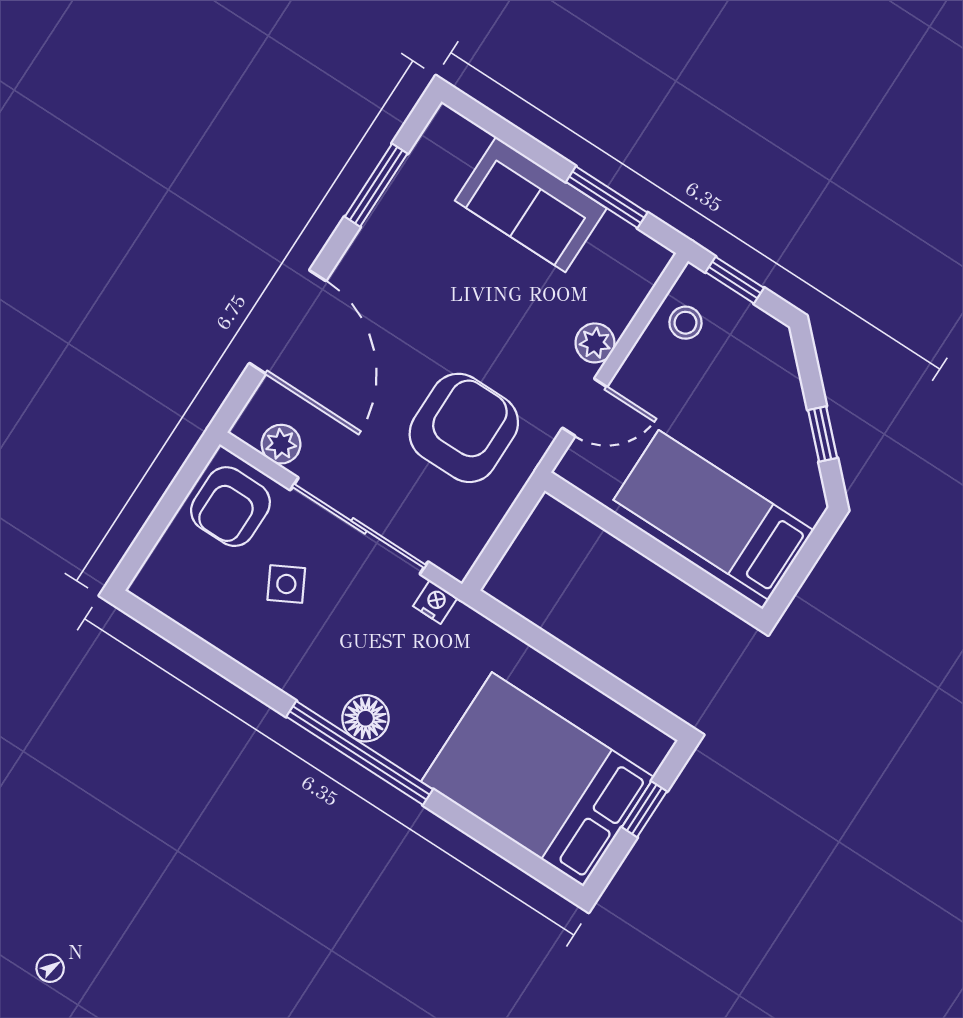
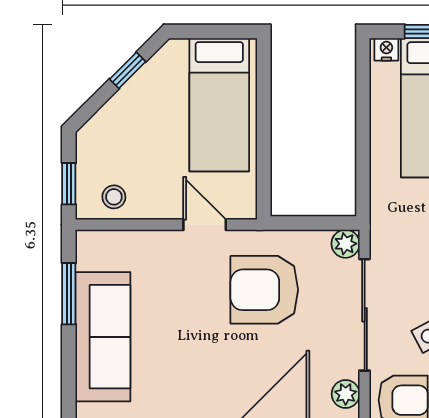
sofa: (531, 204) -> (103, 337), width x1.36
plant: (595, 343) -> (346, 244), moved
nightstand: (435, 602) -> (386, 49), moved, turned 90

